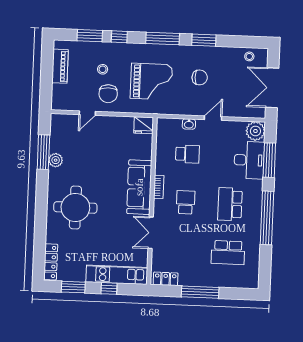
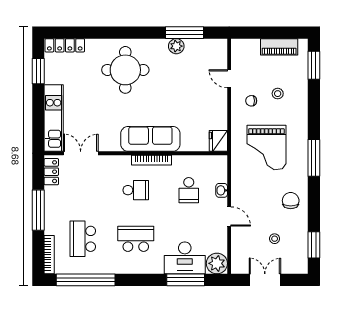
window: (90, 36) -> (314, 65), moved
window: (119, 37) -> (314, 110), removed
window: (204, 40) -> (314, 245), moved
stool: (249, 56) -> (275, 239), moved
chair: (200, 77) -> (291, 201), moved, turned 180
double door: (272, 88) -> (265, 280), width x0.73
chair: (108, 94) -> (251, 101), width x0.54, depth x0.54
bookcase: (159, 187) -> (152, 160), width x1.56
window: (267, 218) -> (86, 280), moved
double door: (151, 233) -> (81, 153), moved
bookcase: (241, 284) -> (49, 255), added
window: (109, 288) -> (38, 110), removed

